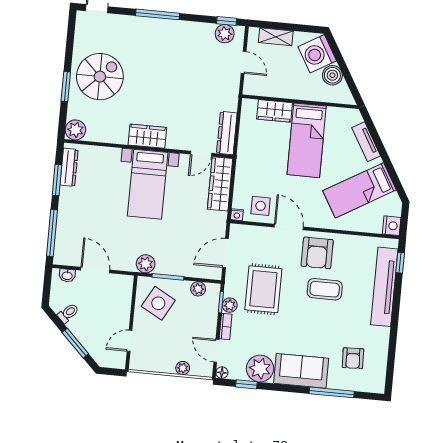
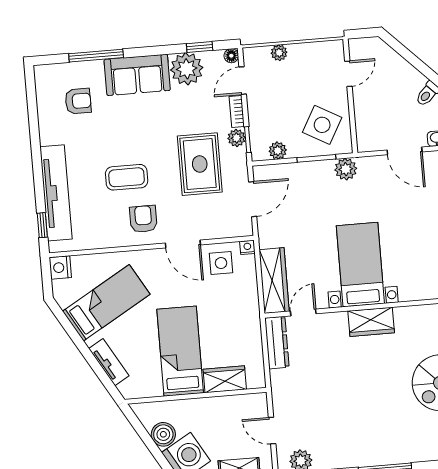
armchair: (317, 253) -> (143, 219), width x0.72, depth x0.72
window: (75, 343) -> (413, 59), removed
door: (216, 351) -> (243, 81), swing flipped
armchair: (353, 358) -> (78, 101), turned 92

